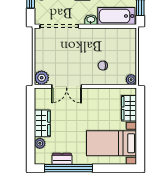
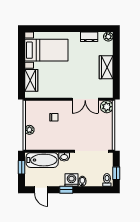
plant: (131, 80) -> (29, 130), moved
double door: (67, 86) -> (85, 99), swing flipped
plant: (40, 143) -> (108, 37), moved
window: (69, 168) -> (83, 29), removed

